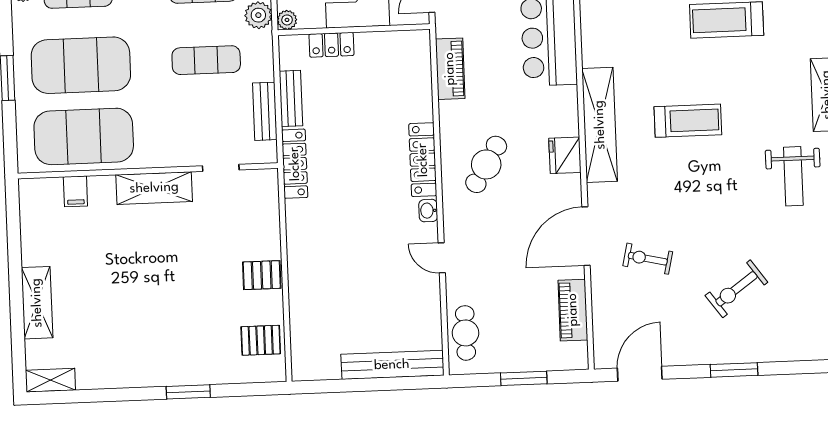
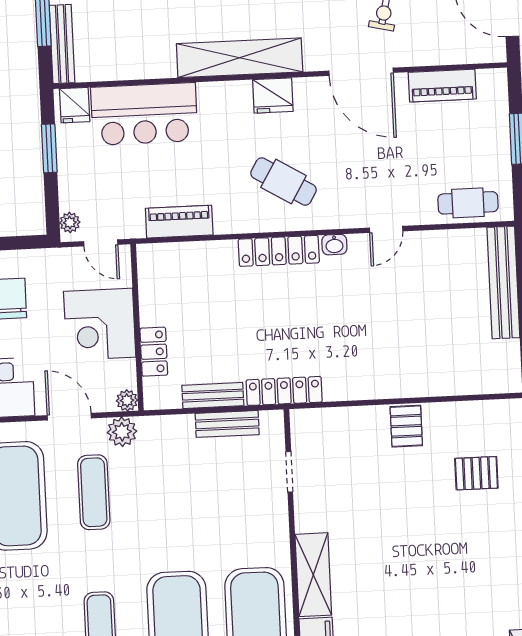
exercise mat: (206, 60) -> (172, 489), removed
shelving: (154, 188) -> (313, 575), moved
pallet: (261, 340) -> (476, 473), moved, turned 90

